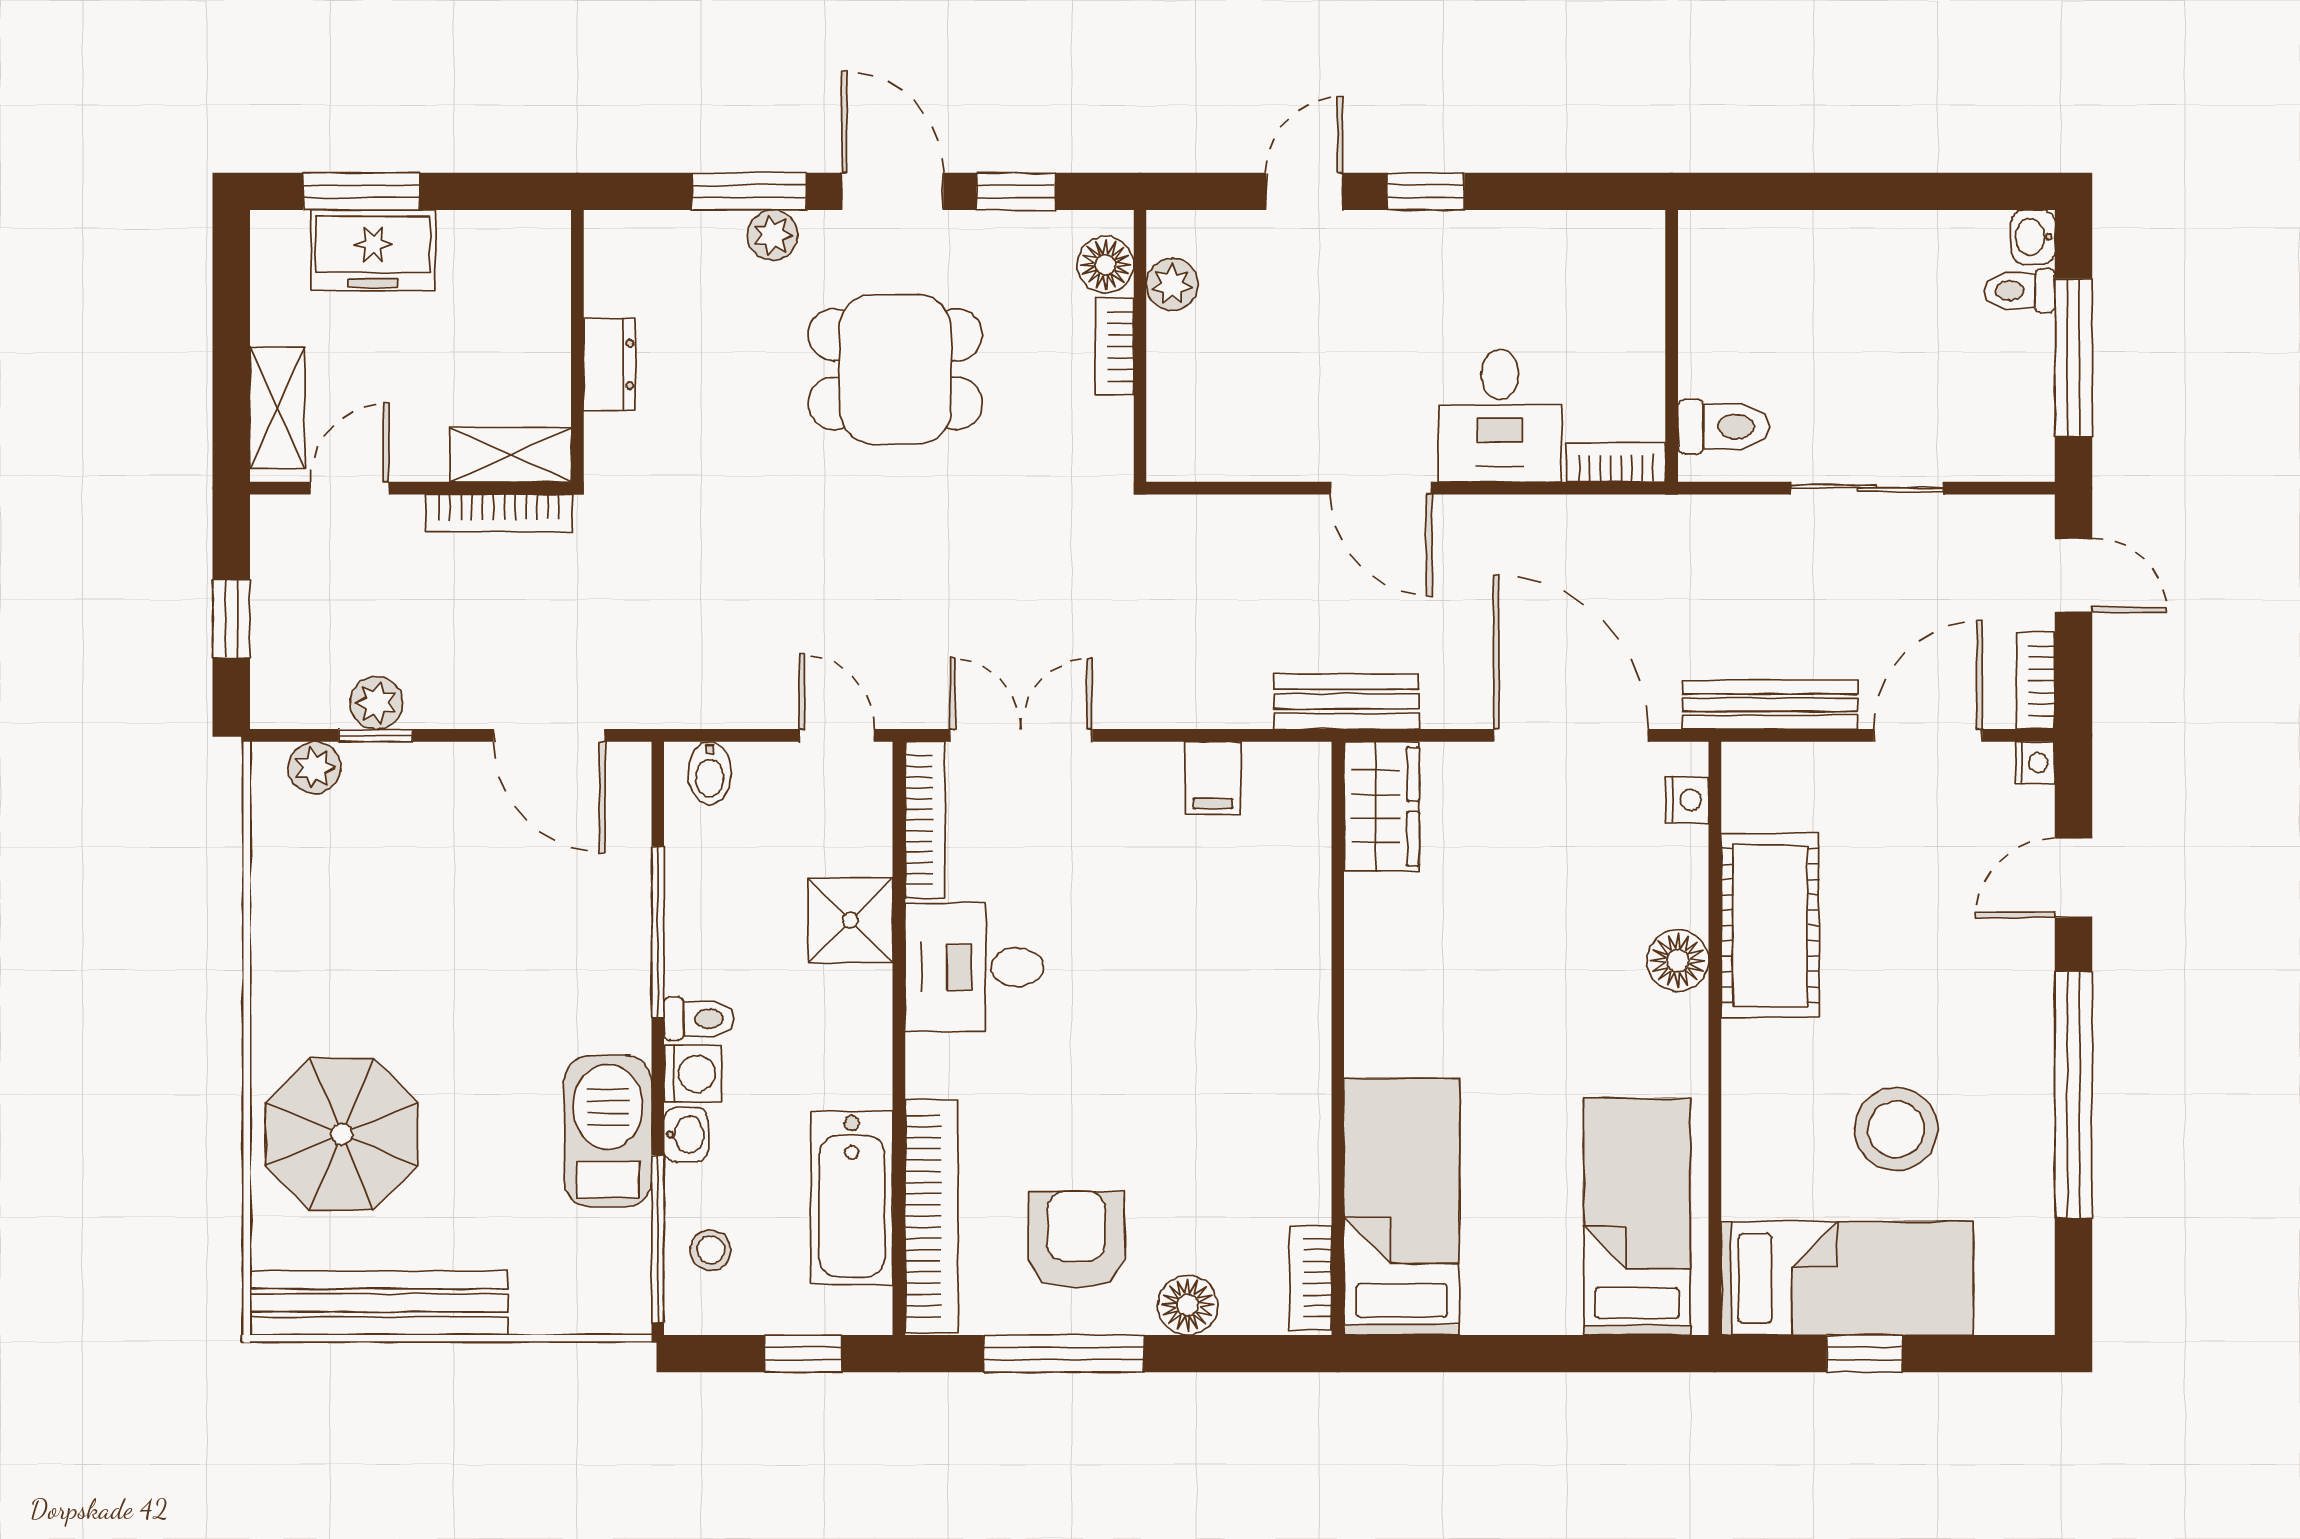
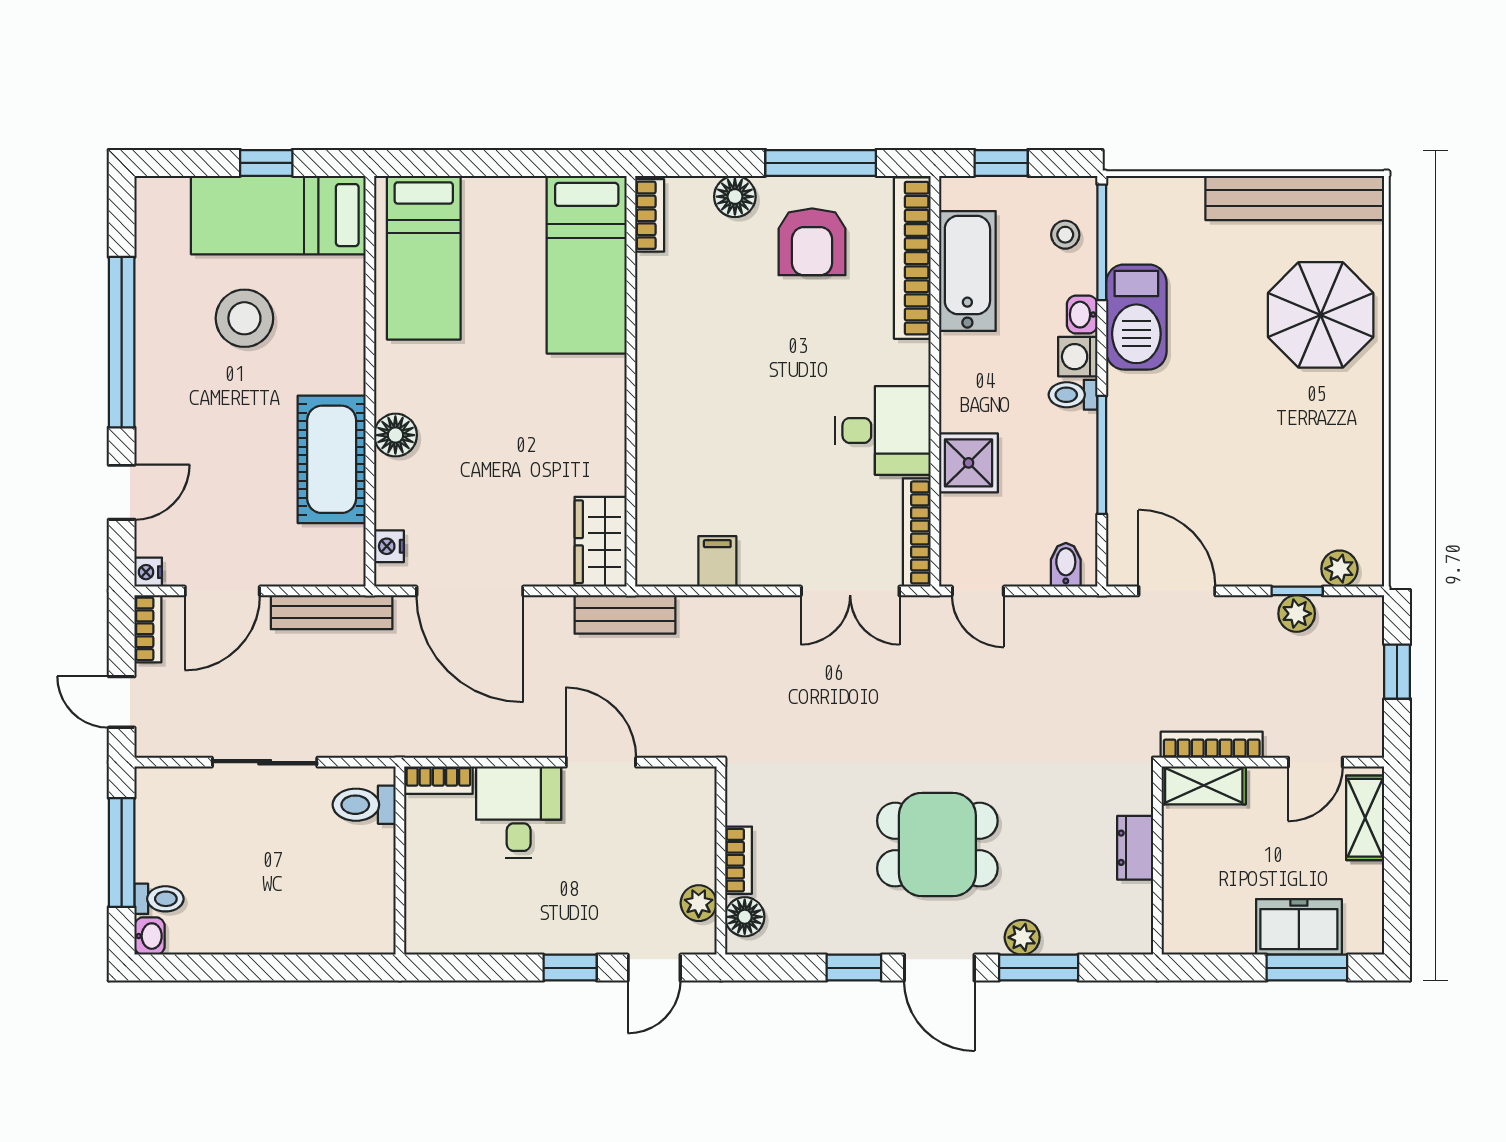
floor lamp: (1106, 265) -> (745, 917), moved
plant: (1172, 285) -> (699, 903), moved
wall: (1140, 346) -> (721, 861), moved
bookcase: (1114, 347) -> (739, 860), moved

